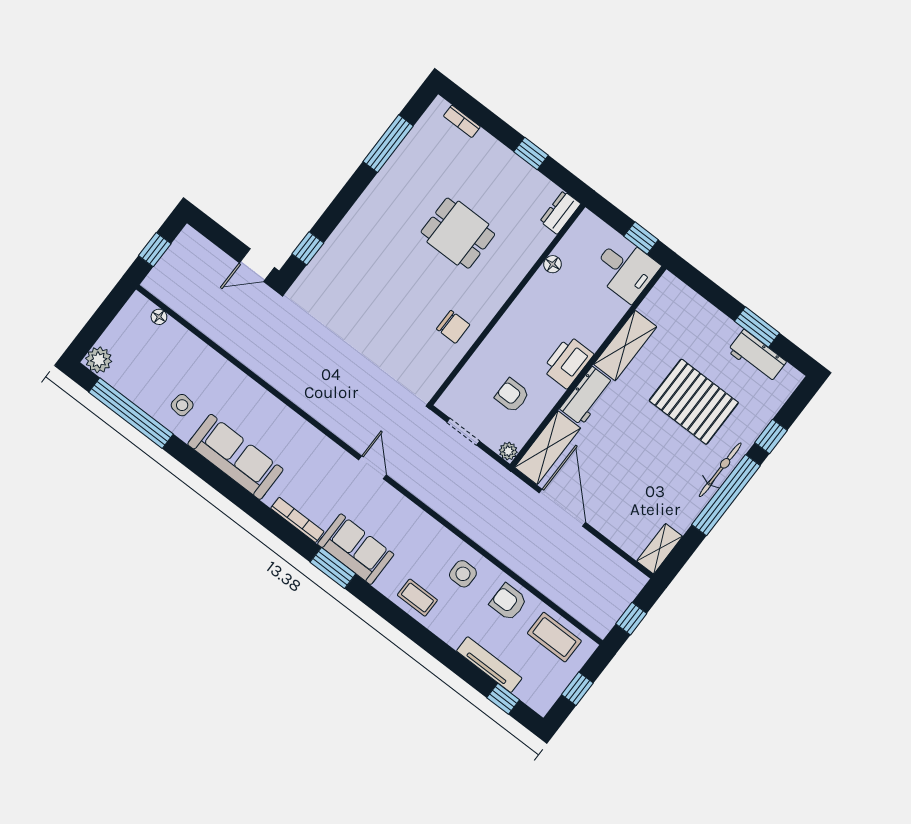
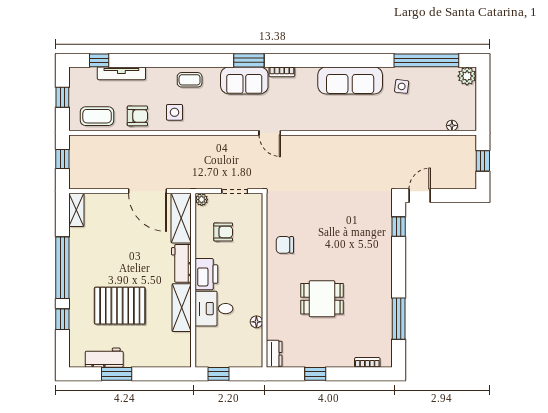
desk: (625, 269) -> (214, 309), moved
bicycle: (720, 470) -> (76, 279), removed
bookcase: (297, 520) -> (282, 72), width x0.64

